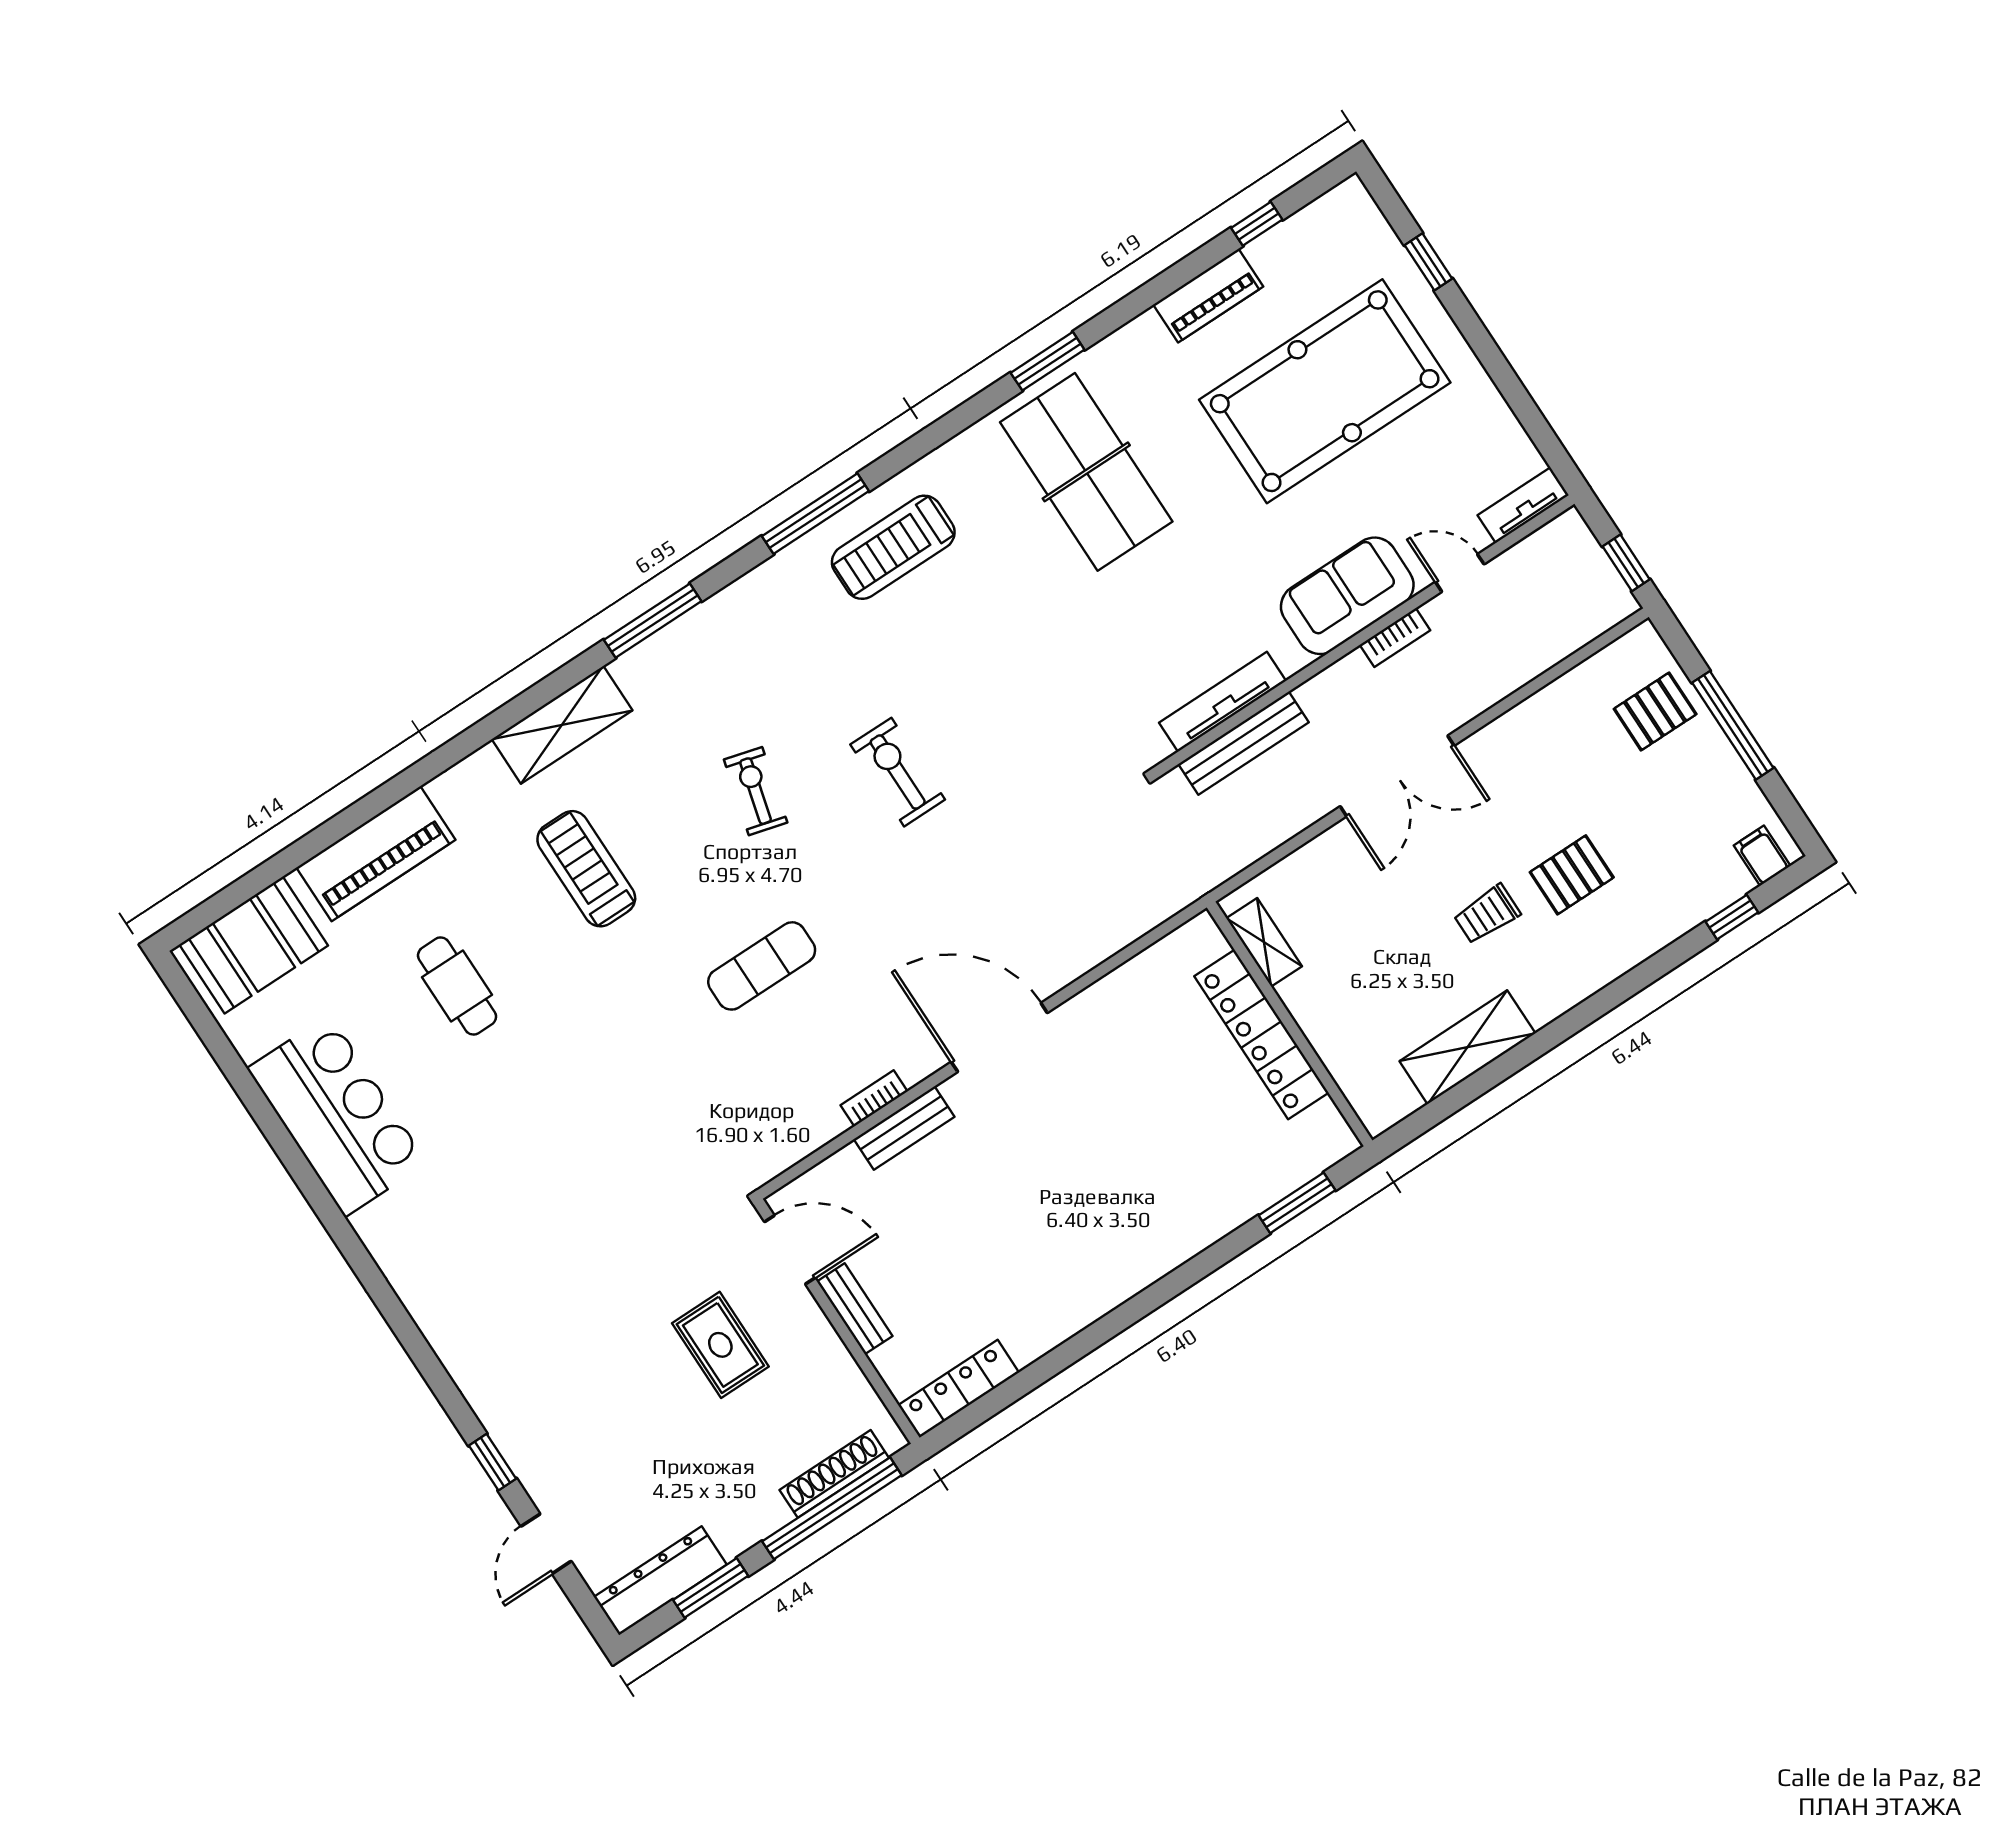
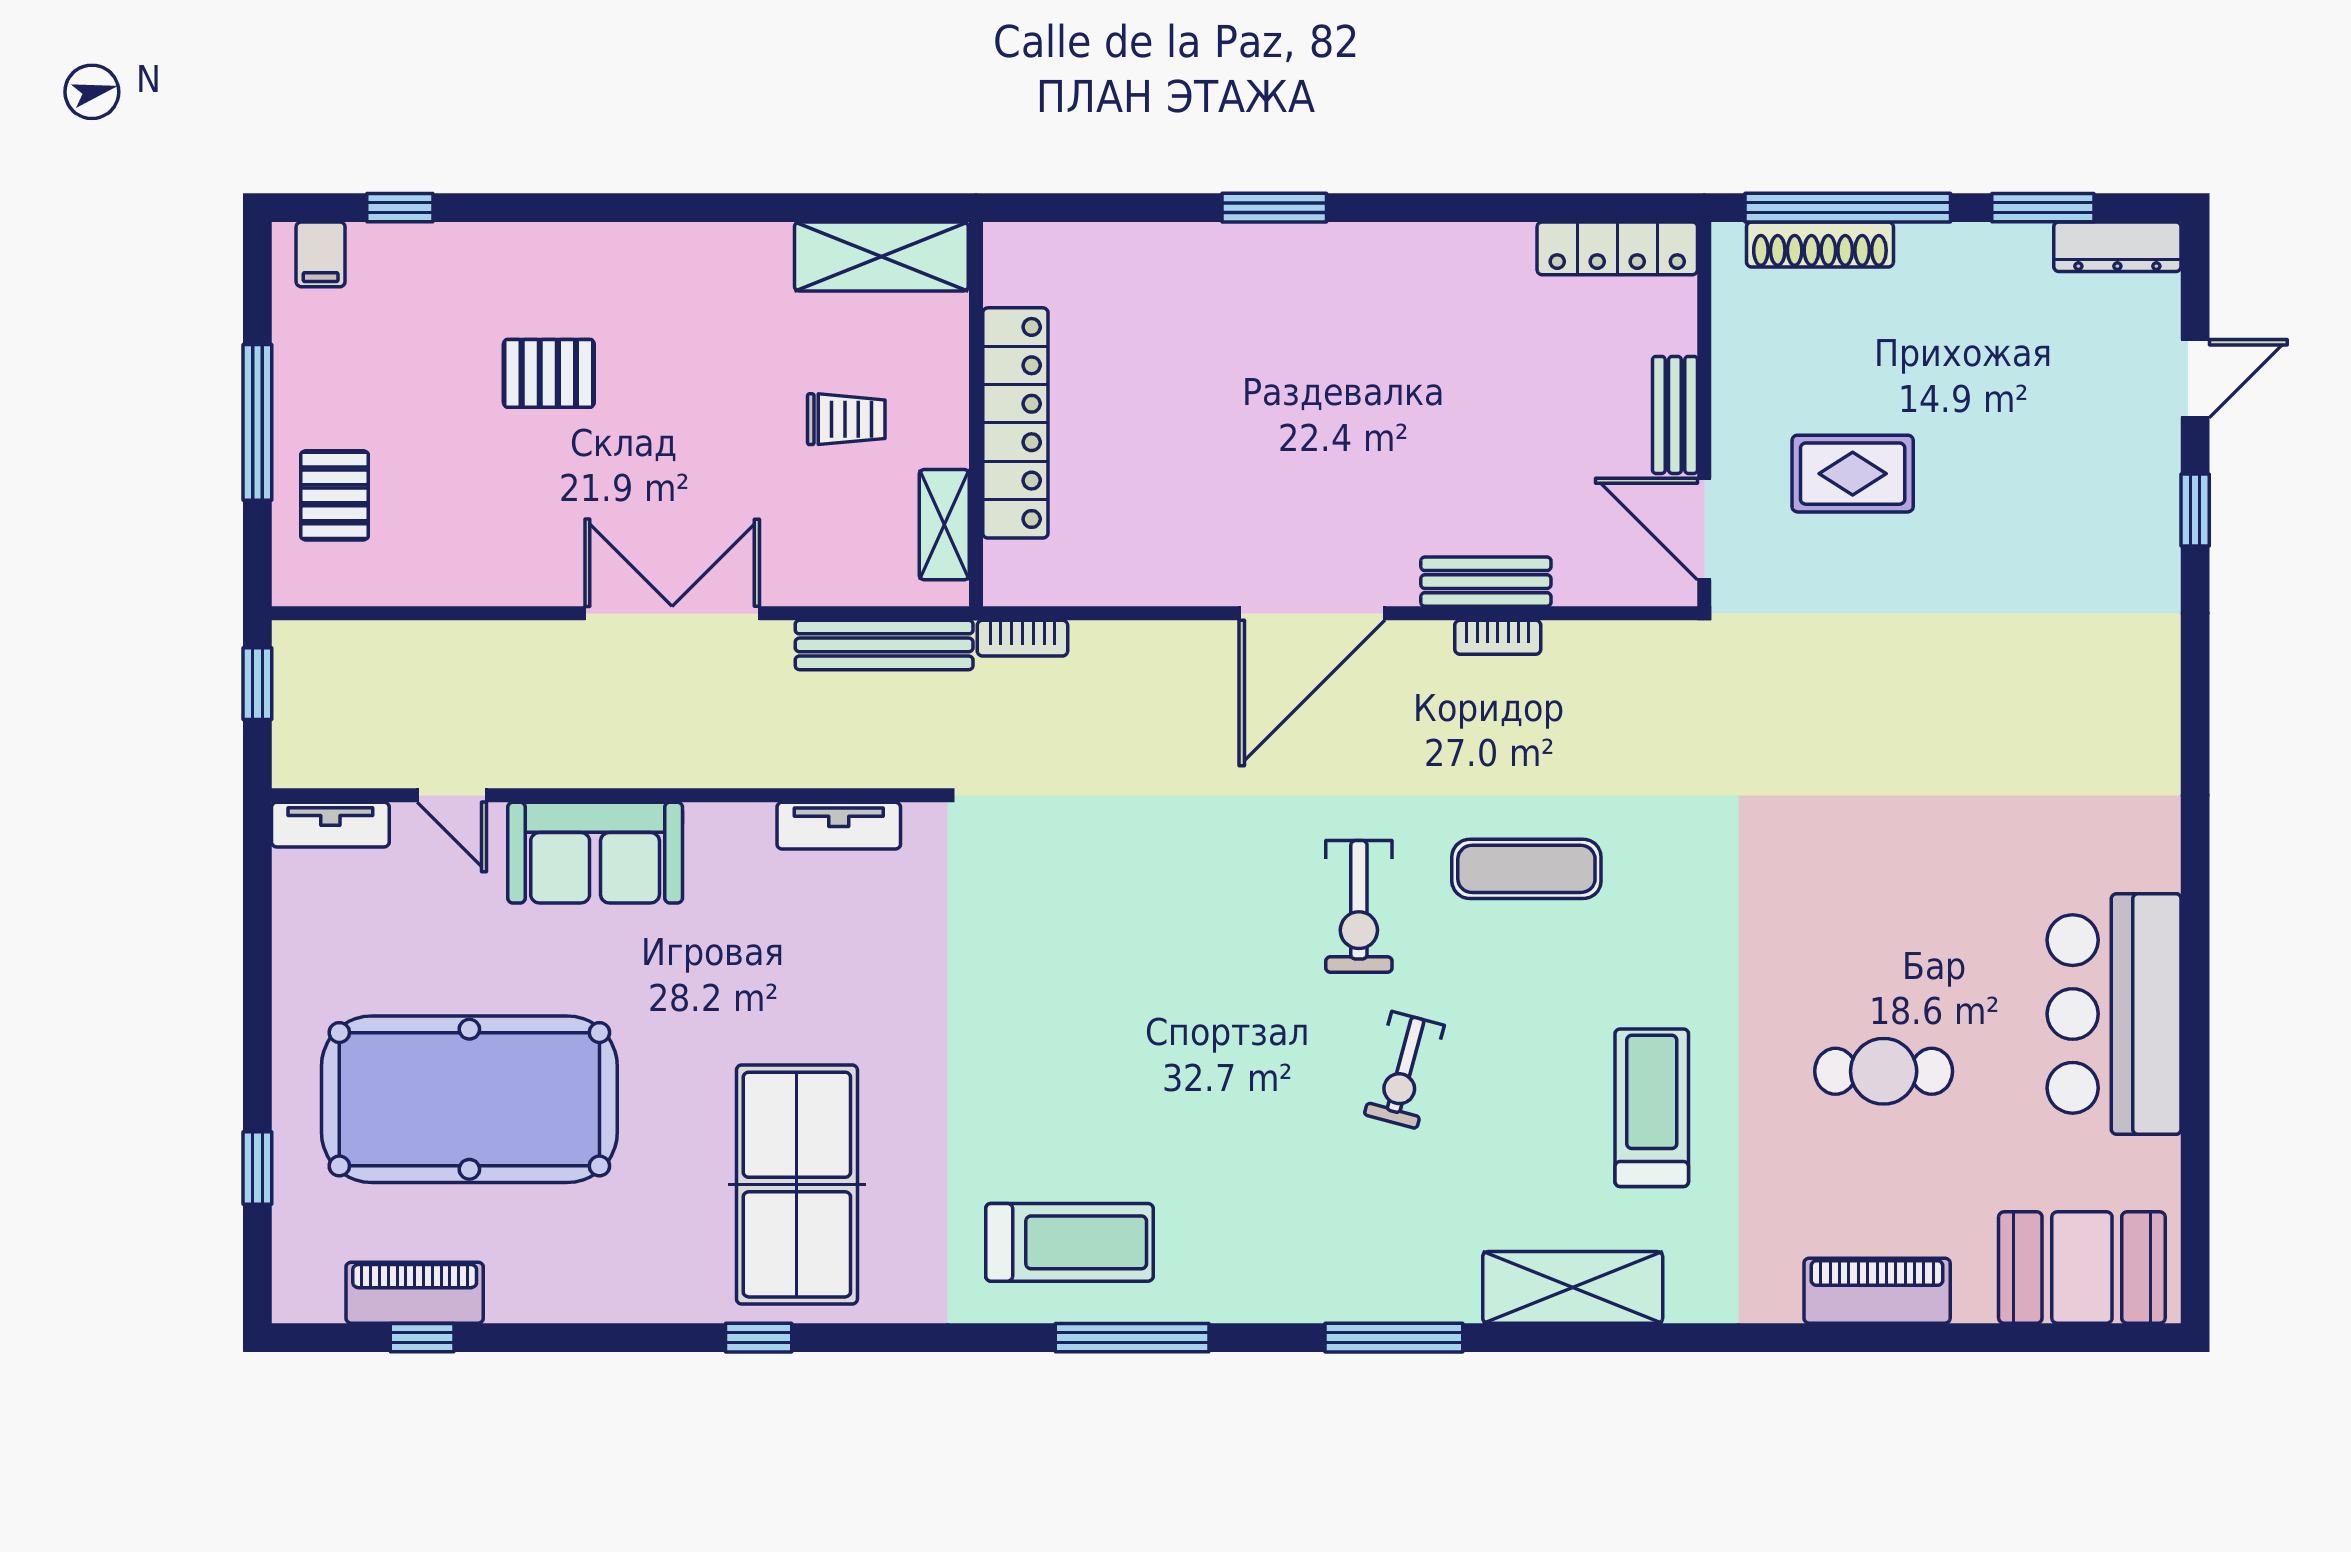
piano: (1208, 296) -> (415, 1293), moved
window: (1048, 361) -> (759, 1338), width x0.67
bookcase: (1395, 638) -> (1022, 638), moved, turned 180
tv unit: (1222, 702) -> (839, 826), width x0.71
pallet: (1655, 711) -> (335, 495), turned 90
bench: (1244, 743) -> (884, 645), moved
exercise bike: (898, 772) -> (1359, 906), moved
piano: (376, 854) -> (1877, 1291), width x0.73, depth x0.75
treadmill: (586, 869) -> (1652, 1108), turned 180
trolley: (1487, 914) -> (846, 419), moved
cafe table: (457, 986) -> (1884, 1071), turned 90
door: (999, 1037) -> (1312, 613), hinge flipped
shelving: (1467, 1047) -> (881, 257), moved
window: (1297, 1203) -> (1274, 208), moved
rug: (720, 1345) -> (1853, 474), turned 90
dresser: (660, 1581) -> (2117, 247), width x0.73, depth x0.80

